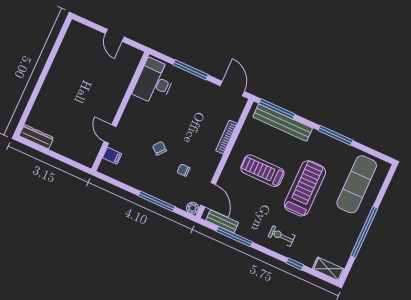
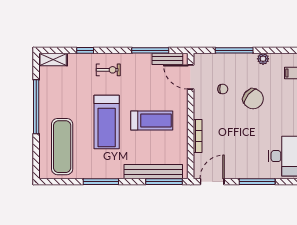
door: (232, 89) -> (212, 182), swing flipped
chair: (159, 148) -> (253, 99), width x1.87, depth x1.87
plant: (193, 208) -> (263, 59), moved

